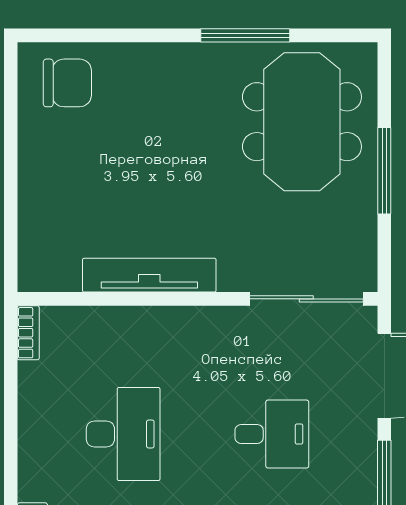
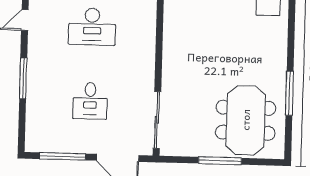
meeting table: (302, 122) -> (246, 120), turned 90
tv unit: (149, 275) -> (171, 42), removed

